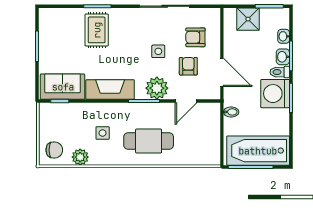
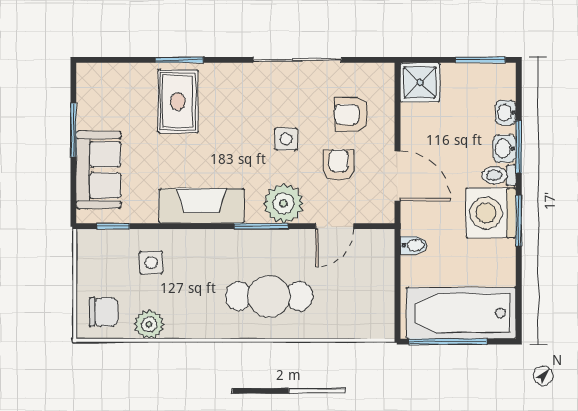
shower: (248, 19) -> (420, 82), moved
sofa: (63, 87) -> (99, 170), moved, turned 90
side table: (103, 133) -> (151, 263), moved

